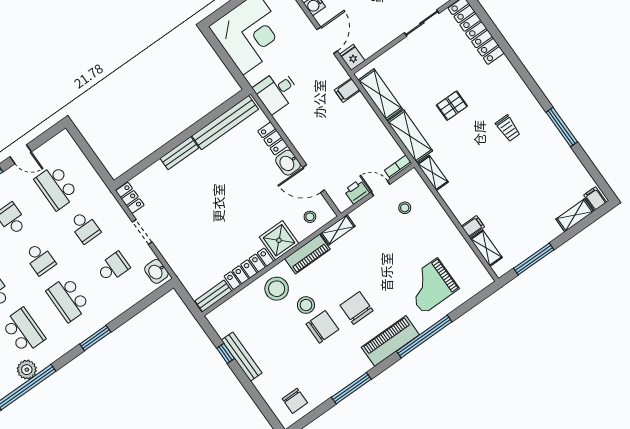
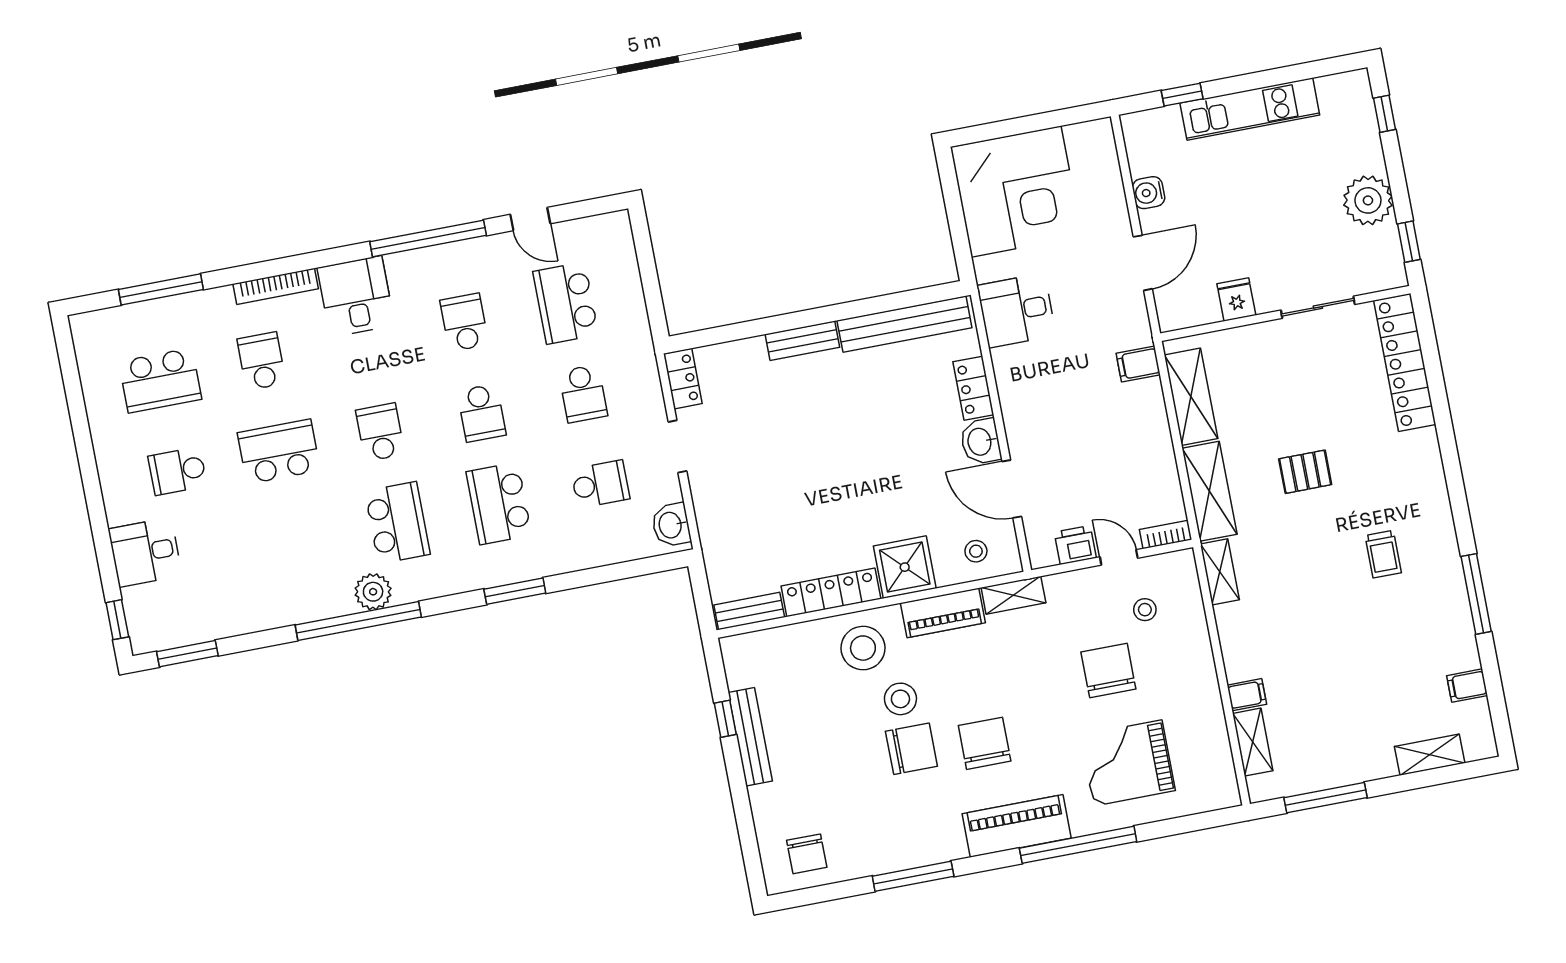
fridge: (352, 57) -> (1236, 299), moved
filing cabinet: (595, 199) -> (1467, 686), moved, turned -90
chair: (400, 245) -> (1108, 670), added

